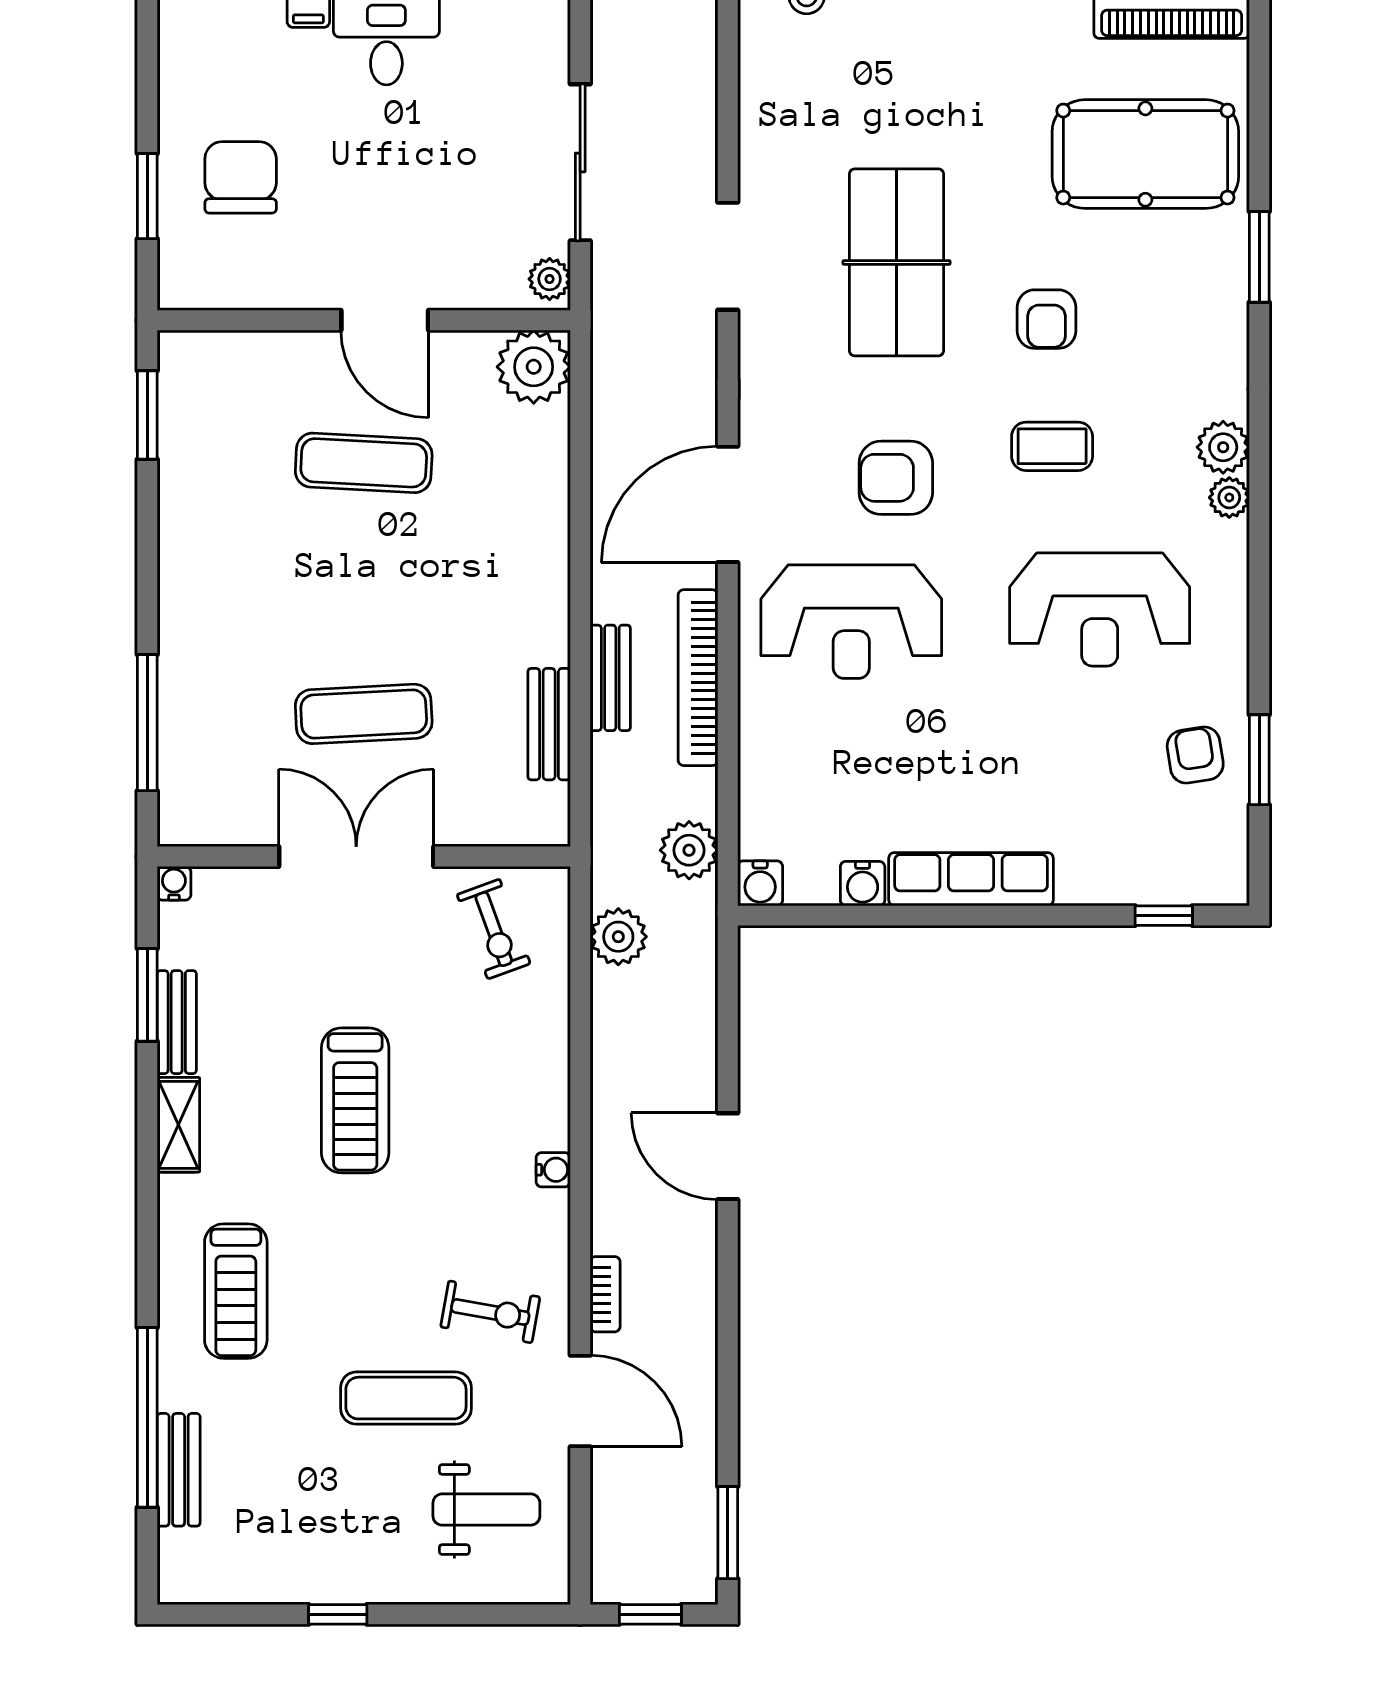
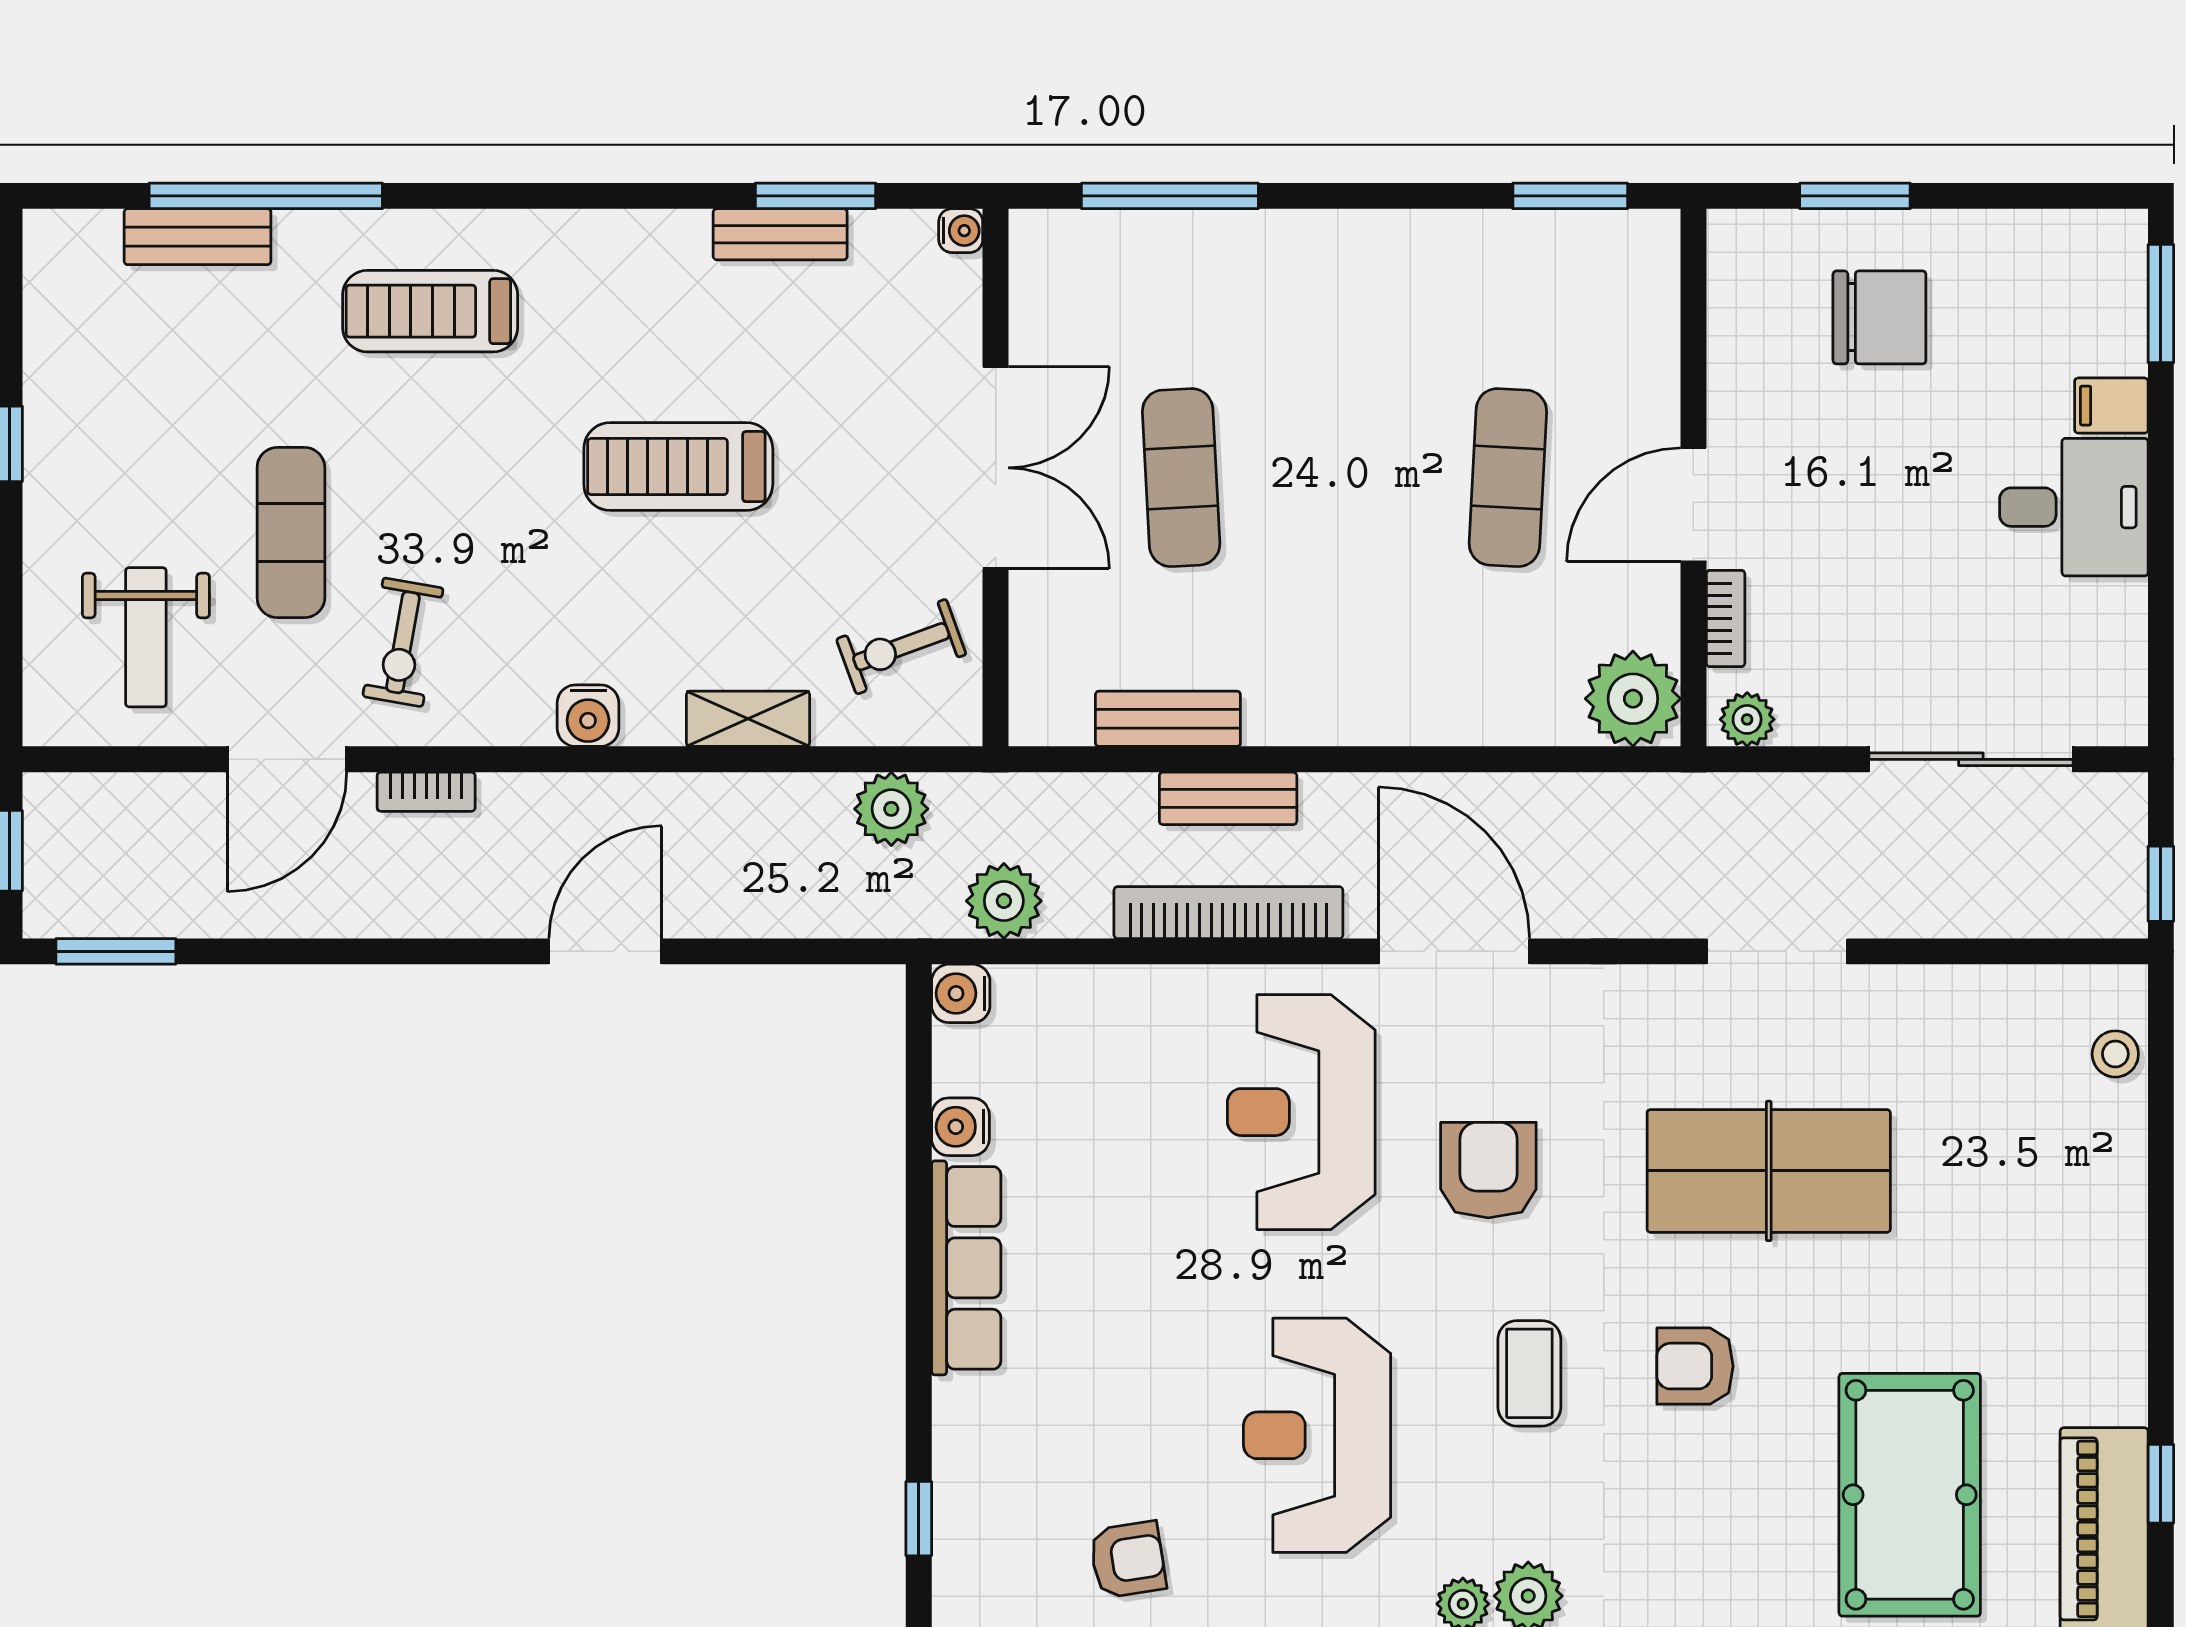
sliding door: (580, 162) -> (1971, 759), moved
bookcase: (472, 296) -> (1726, 618), added
shelving: (178, 1125) -> (748, 719), moved
water cooler: (553, 1170) -> (588, 716), width x1.38, depth x1.38

